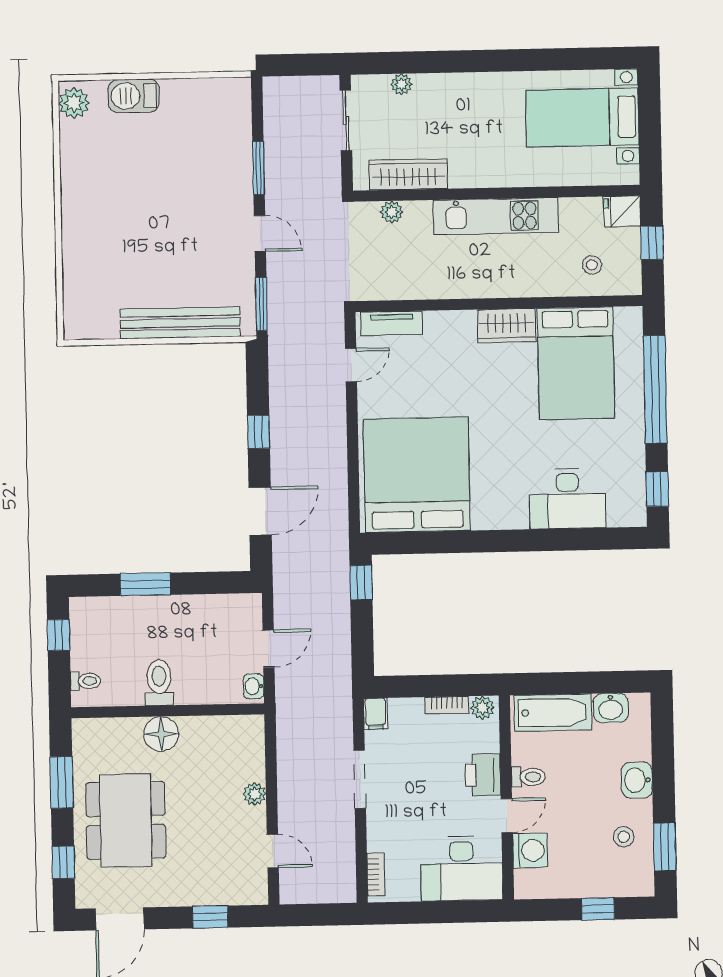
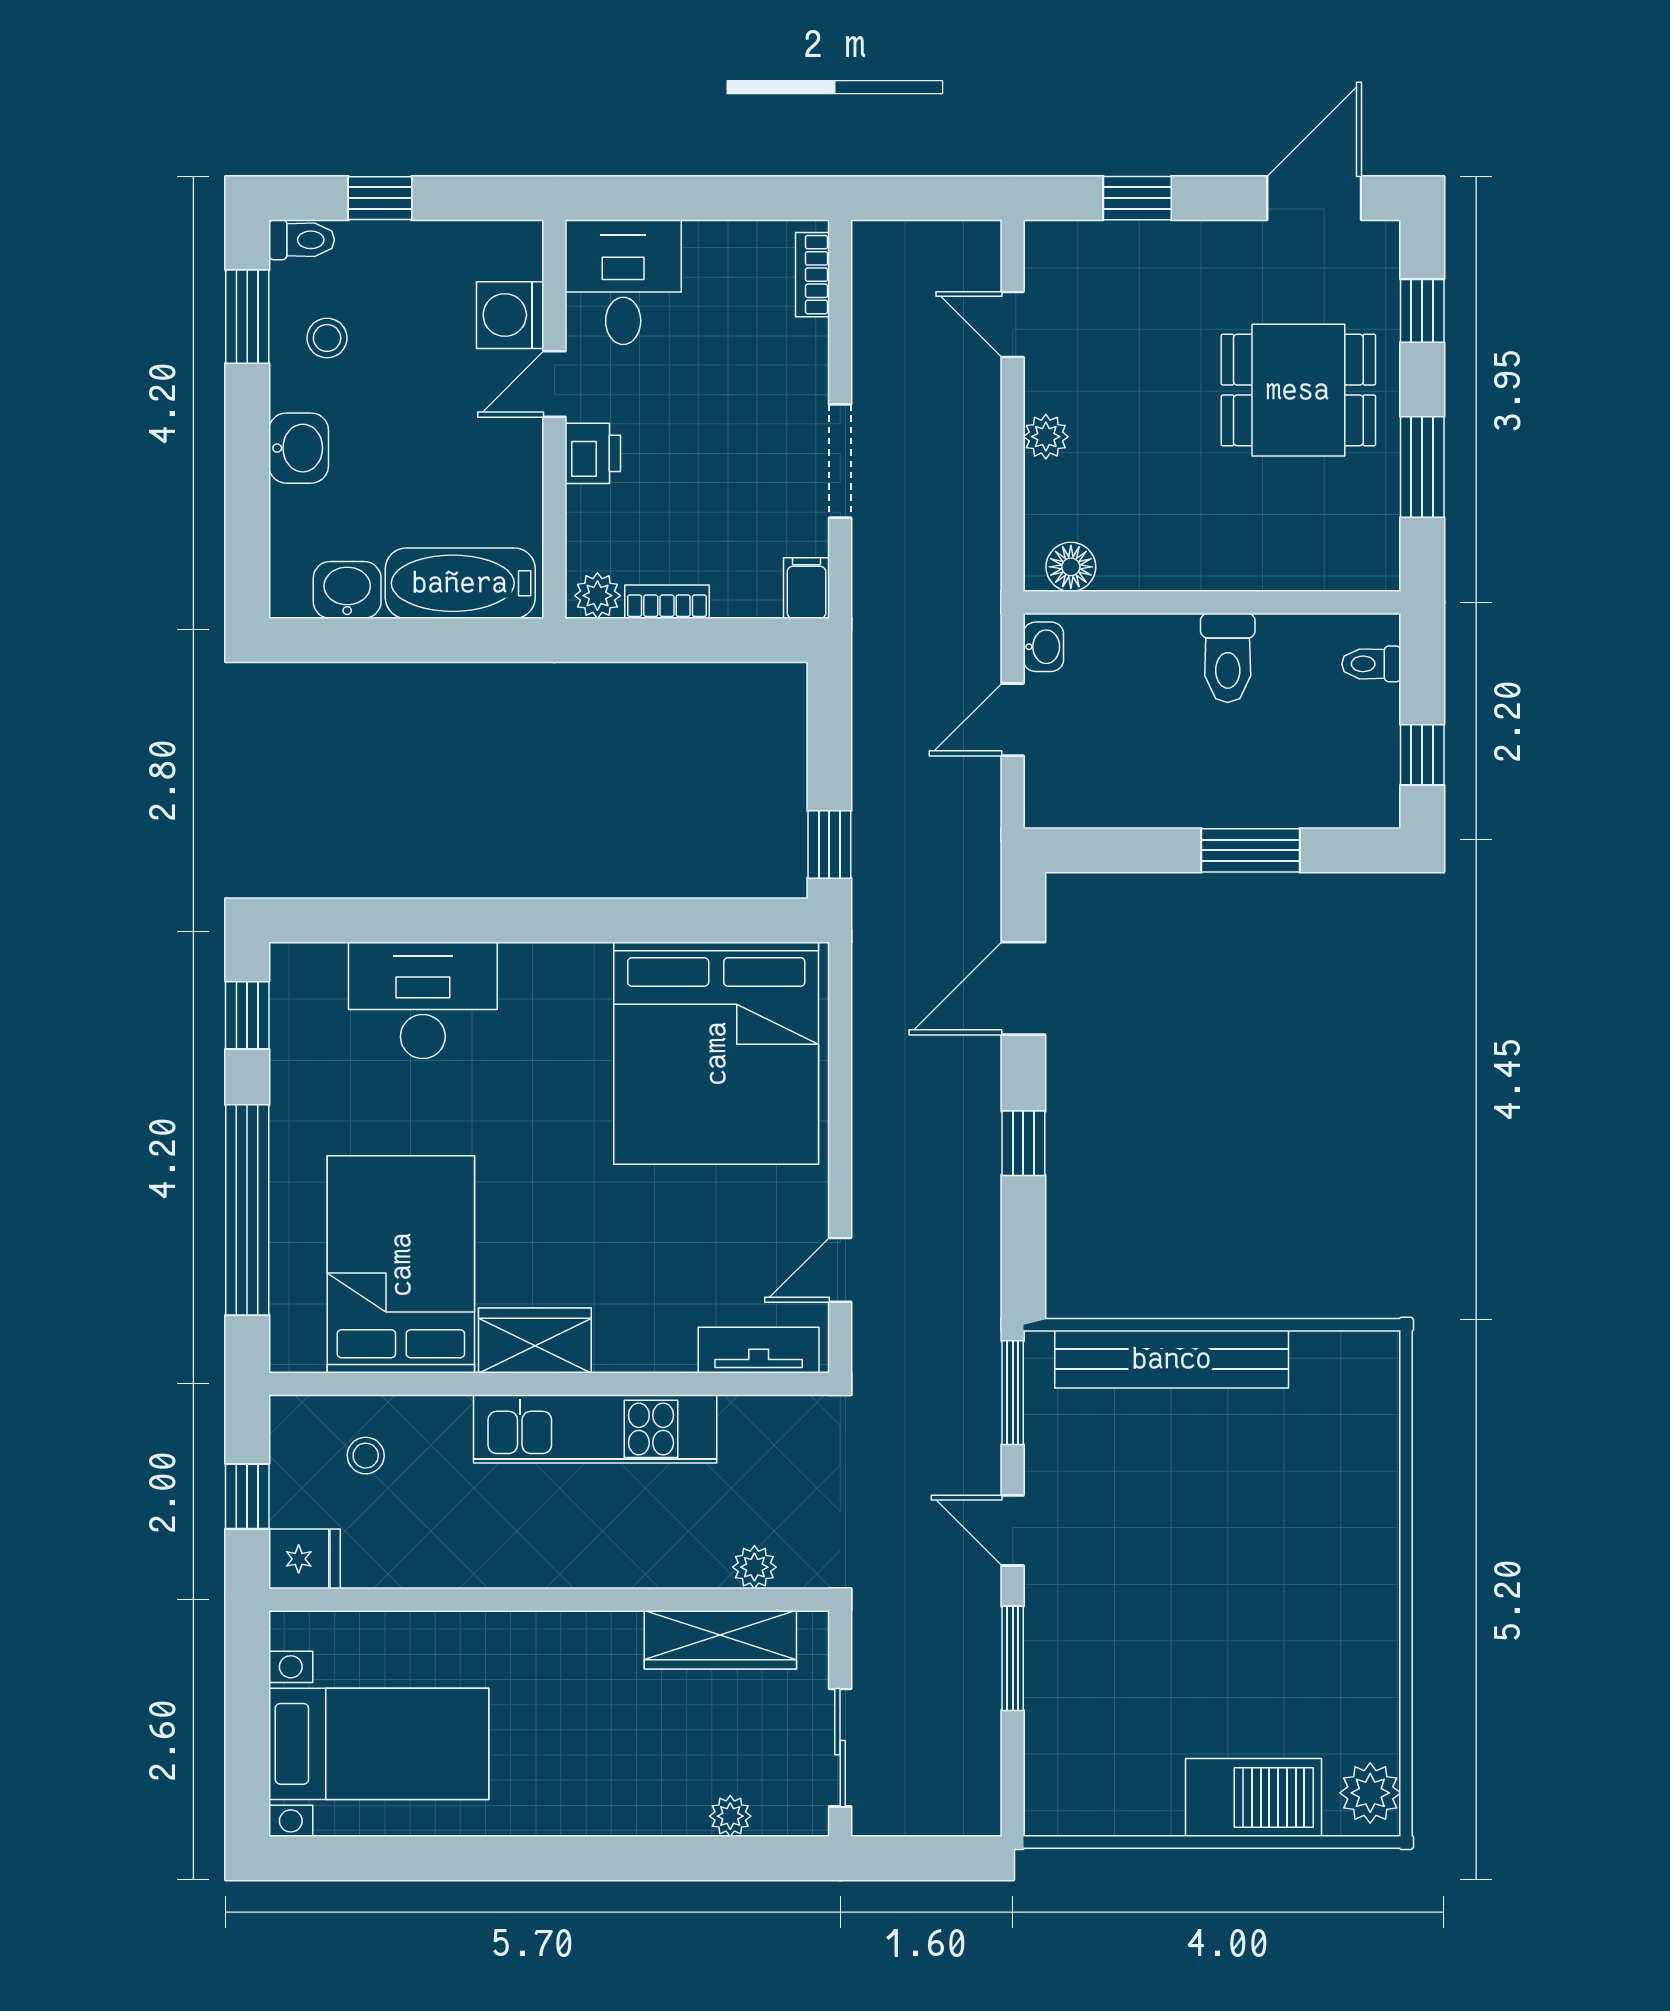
barbecue: (134, 96) -> (1253, 1798), width x1.37, depth x1.21
kitchen unit: (496, 216) -> (595, 1429), moved, turned 180
floor lamp: (161, 734) -> (1071, 567), moved, width x0.73, depth x0.73
printer: (483, 775) -> (593, 453), width x0.73, depth x0.81
toilet: (528, 777) -> (302, 240), moved, turned 180
dining table: (126, 820) -> (1298, 390), width x0.73
desk: (462, 869) -> (623, 282), width x0.73

